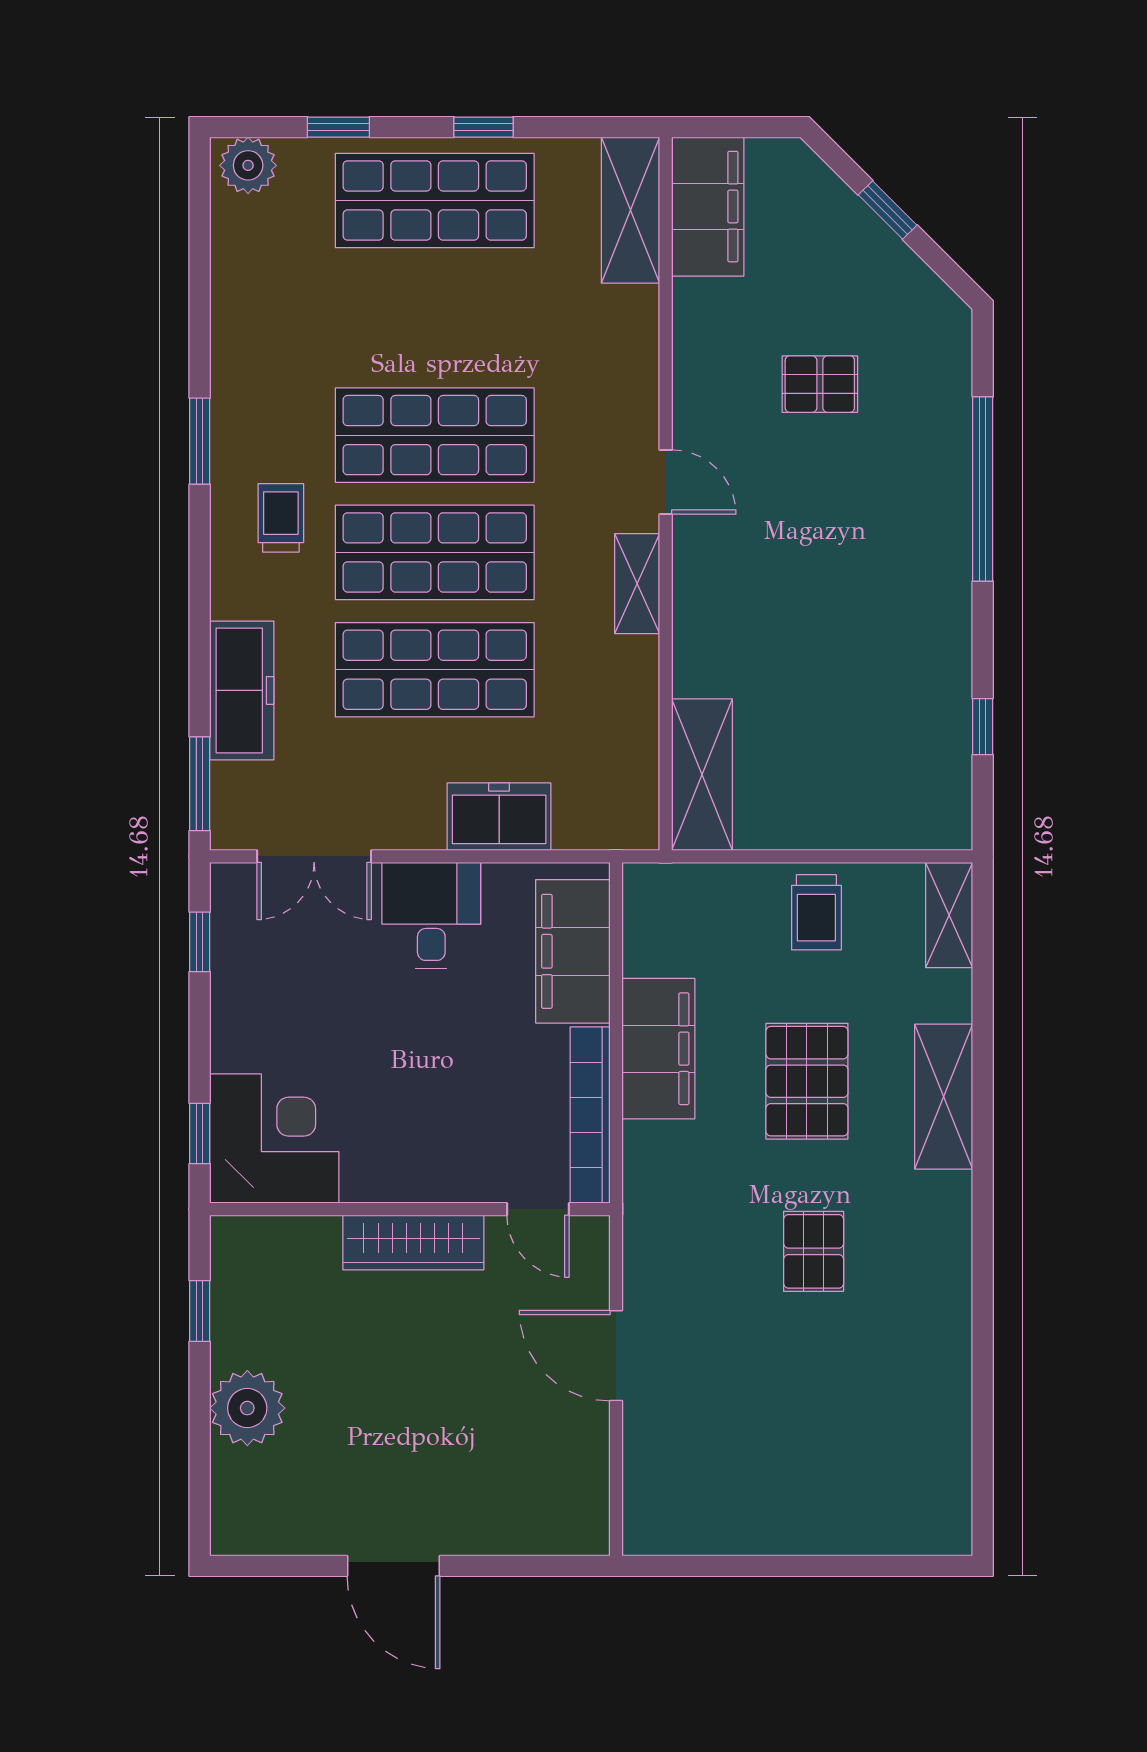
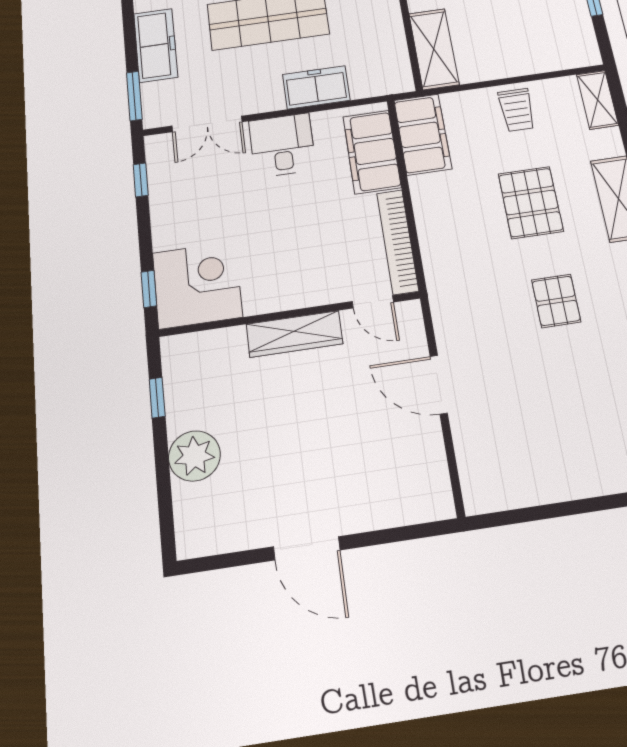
filing cabinet: (658, 1049) -> (423, 134), moved

